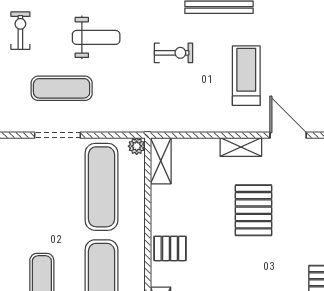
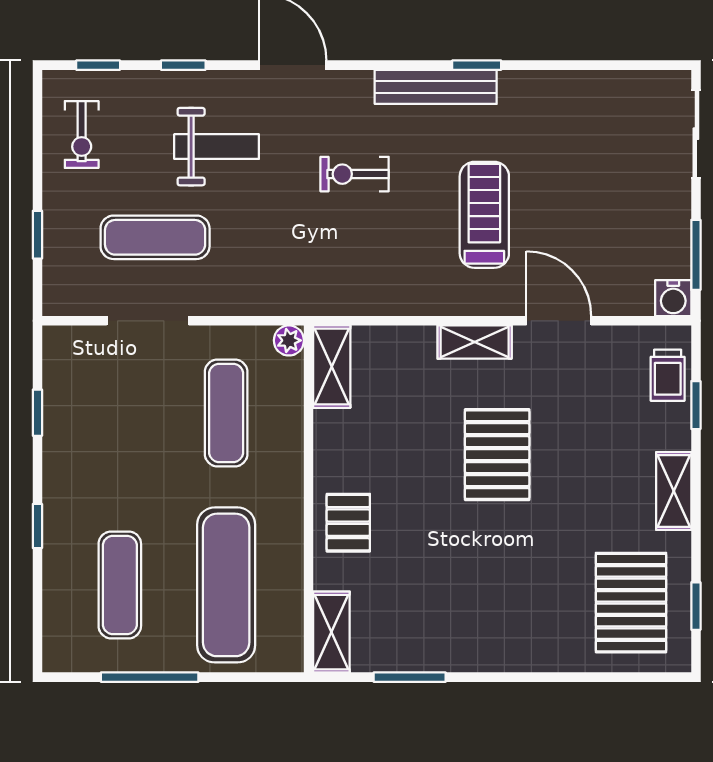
exercise bike: (20, 31) -> (82, 134), turned 180
exercise bike: (174, 53) -> (355, 174), turned 180
exercise mat: (101, 187) -> (226, 413), width x0.73, depth x0.69
pallet: (170, 248) -> (348, 523), turned 90

